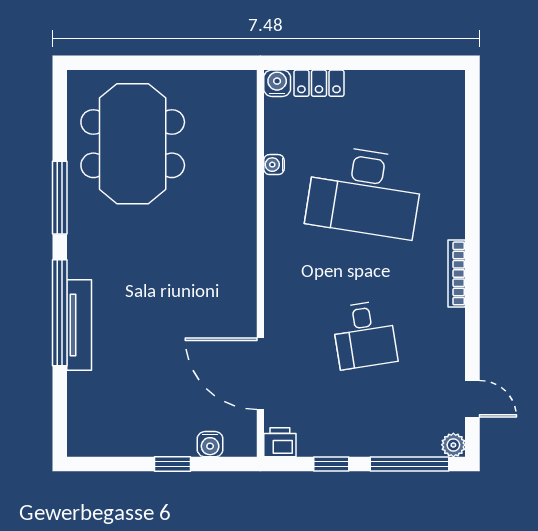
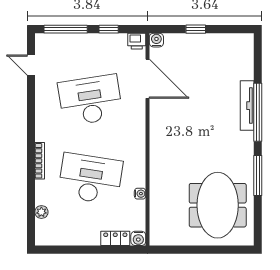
bookcase: (457, 273) -> (40, 161), moved
desk: (364, 335) -> (90, 100), width x1.87, depth x1.30
water cooler: (210, 444) -> (156, 40), moved
plant: (453, 445) -> (41, 212), moved

